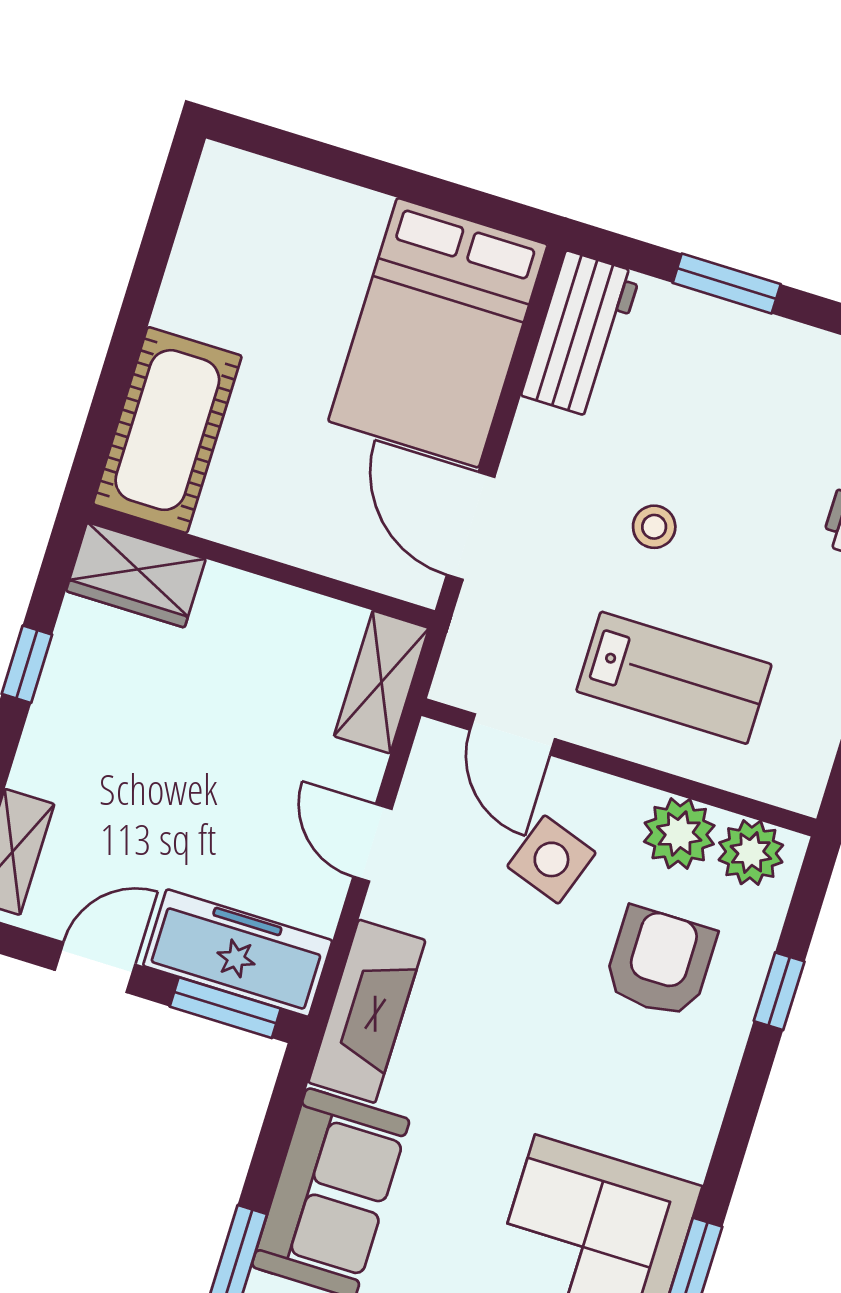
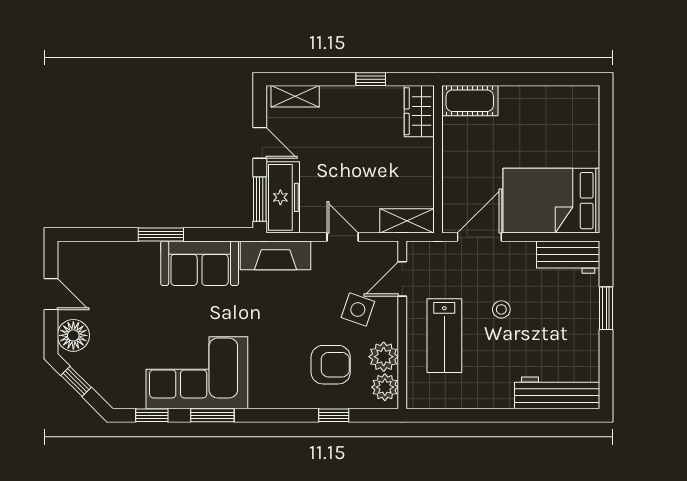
cot: (167, 430) -> (470, 101), width x0.73, depth x0.75
door: (372, 843) -> (343, 237), hinge flipped

